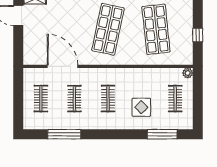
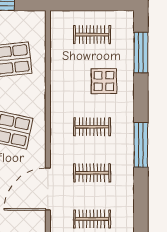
plant: (188, 73) -> (57, 17), removed
window: (64, 134) -> (141, 145), moved

